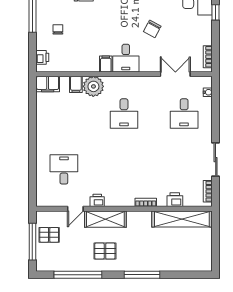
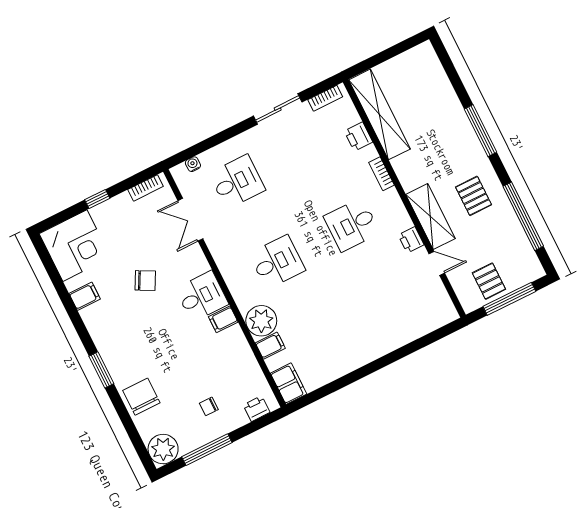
window: (216, 12) -> (97, 199), moved
desk: (64, 169) -> (352, 225), moved

